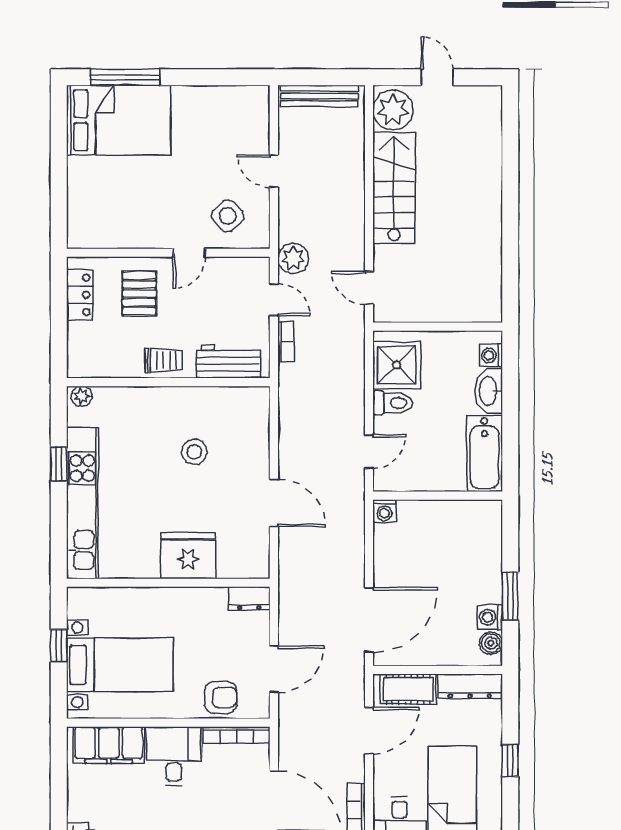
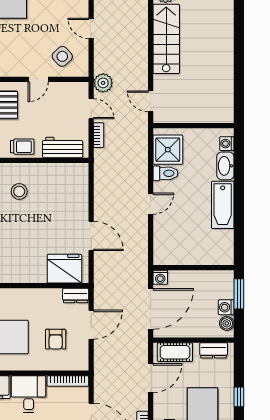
stool: (194, 452) -> (19, 192), moved
wall: (438, 496) -> (193, 268), moved
washing machine: (384, 511) -> (160, 277), moved
fridge: (188, 556) -> (64, 269), moved
door: (274, 669) -> (91, 325), moved
dresser: (470, 686) -> (214, 350), width x0.70
armchair: (221, 698) -> (56, 339), moved, turned 90

